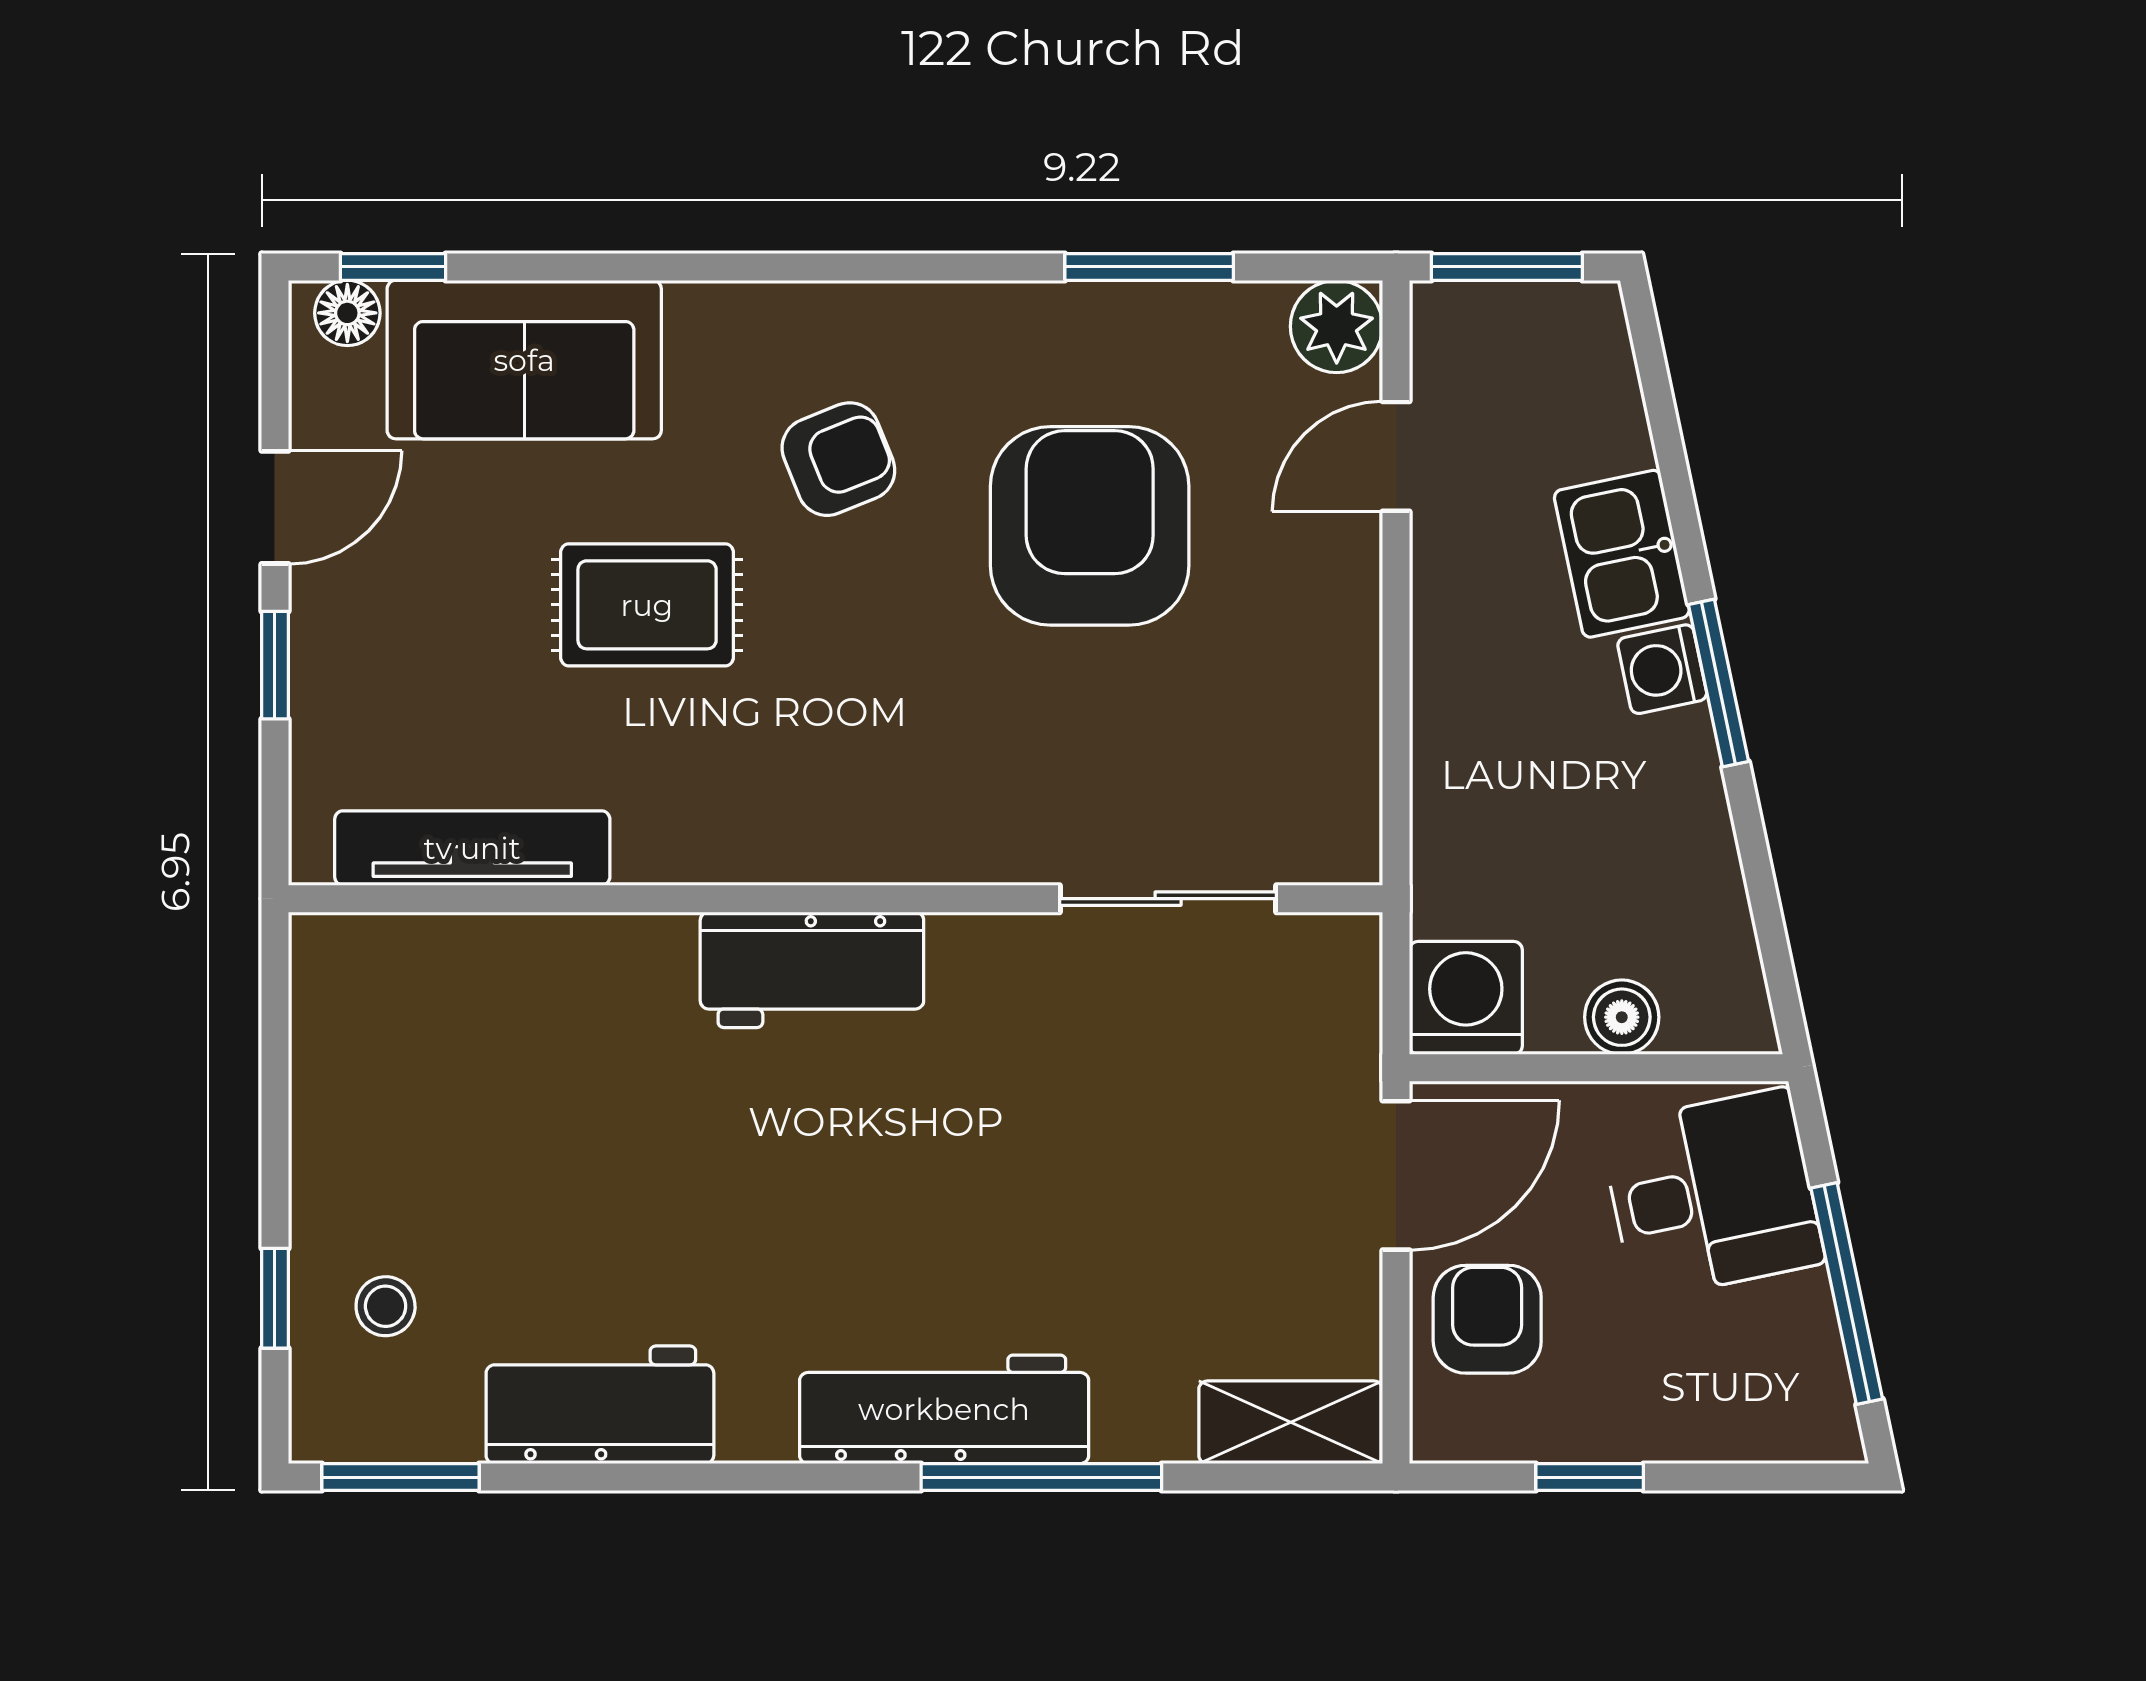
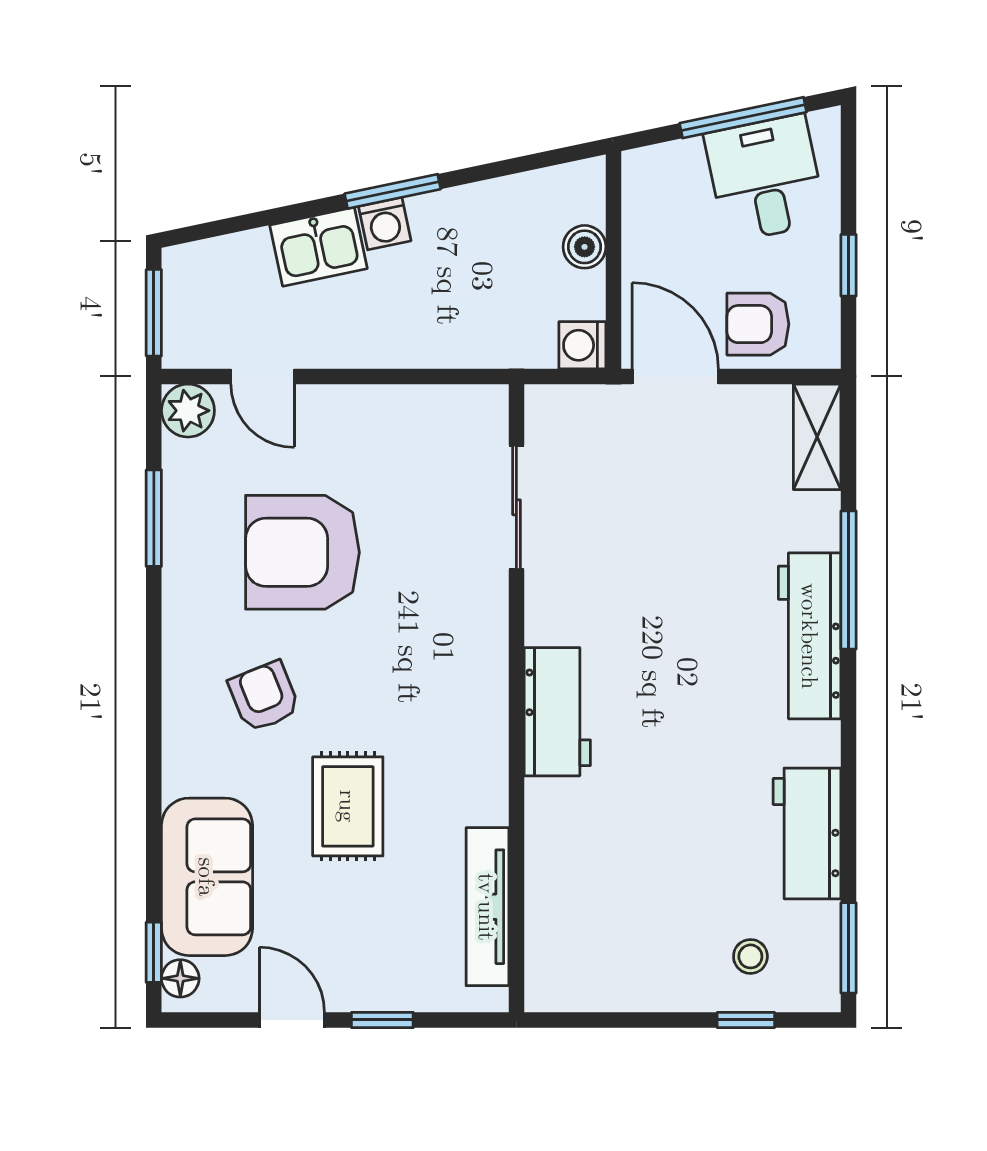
washing machine: (1466, 998) -> (582, 345), width x0.73, depth x0.73
desk: (1712, 1194) -> (765, 178), moved

